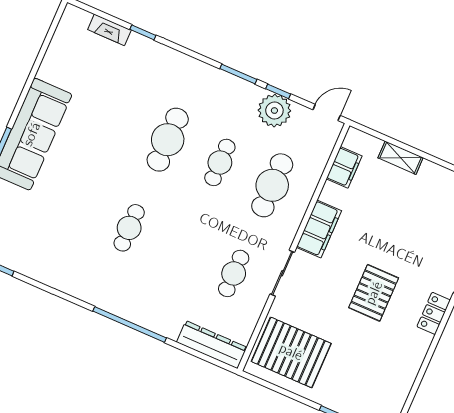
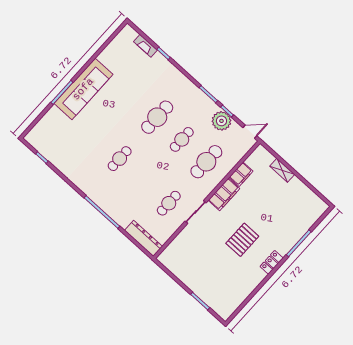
filing cabinet: (344, 167) -> (241, 174), moved
pallet: (291, 352) -> (186, 257), removed

